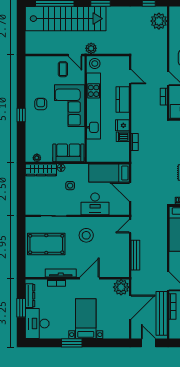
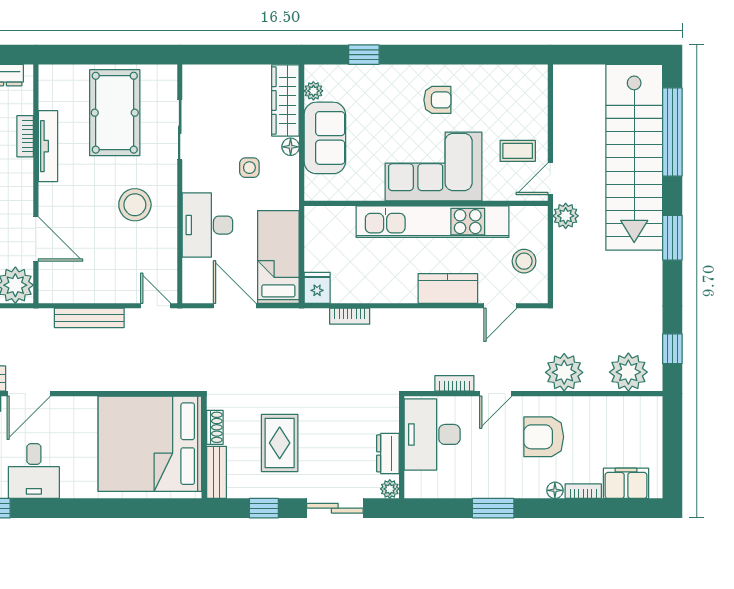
plant: (159, 49) -> (564, 372), added
stool: (95, 64) -> (524, 261), moved
window: (21, 115) -> (364, 55), moved
fridge: (122, 125) -> (317, 288), moved
dishwasher: (123, 137) -> (362, 289), removed
sofa: (68, 153) -> (325, 138), moved
door: (130, 192) -> (235, 306), hinge flipped
door: (89, 278) -> (36, 239), moved

